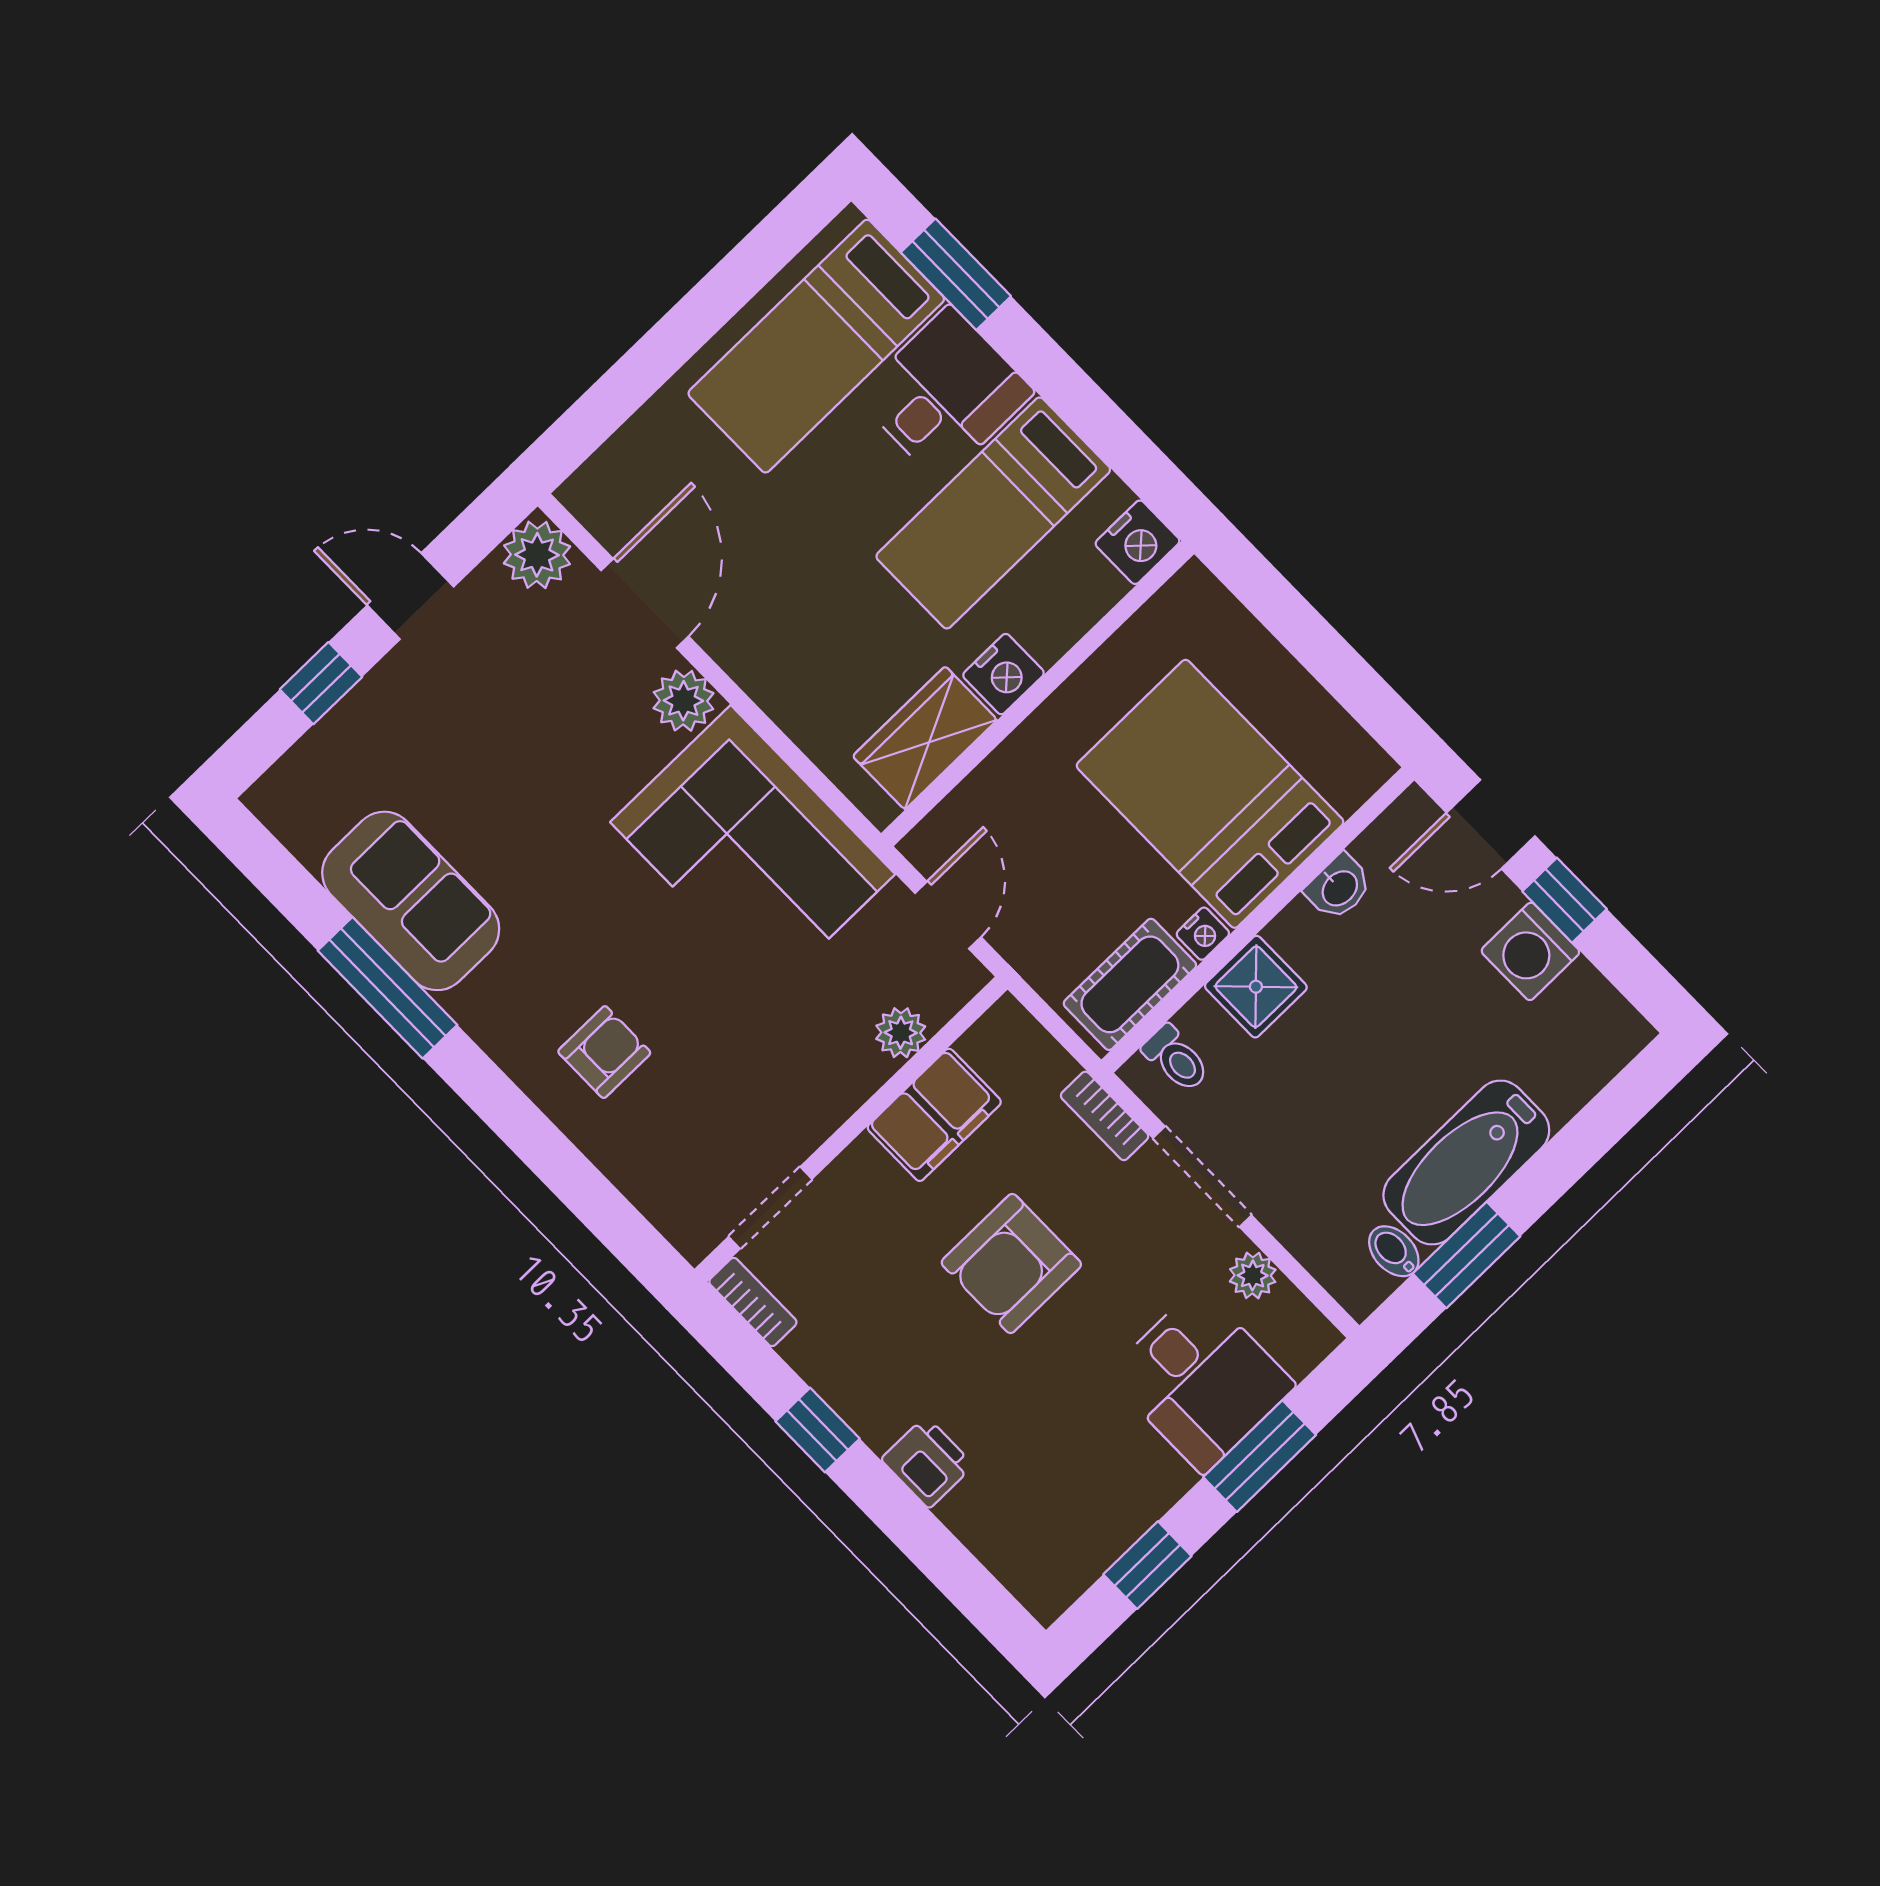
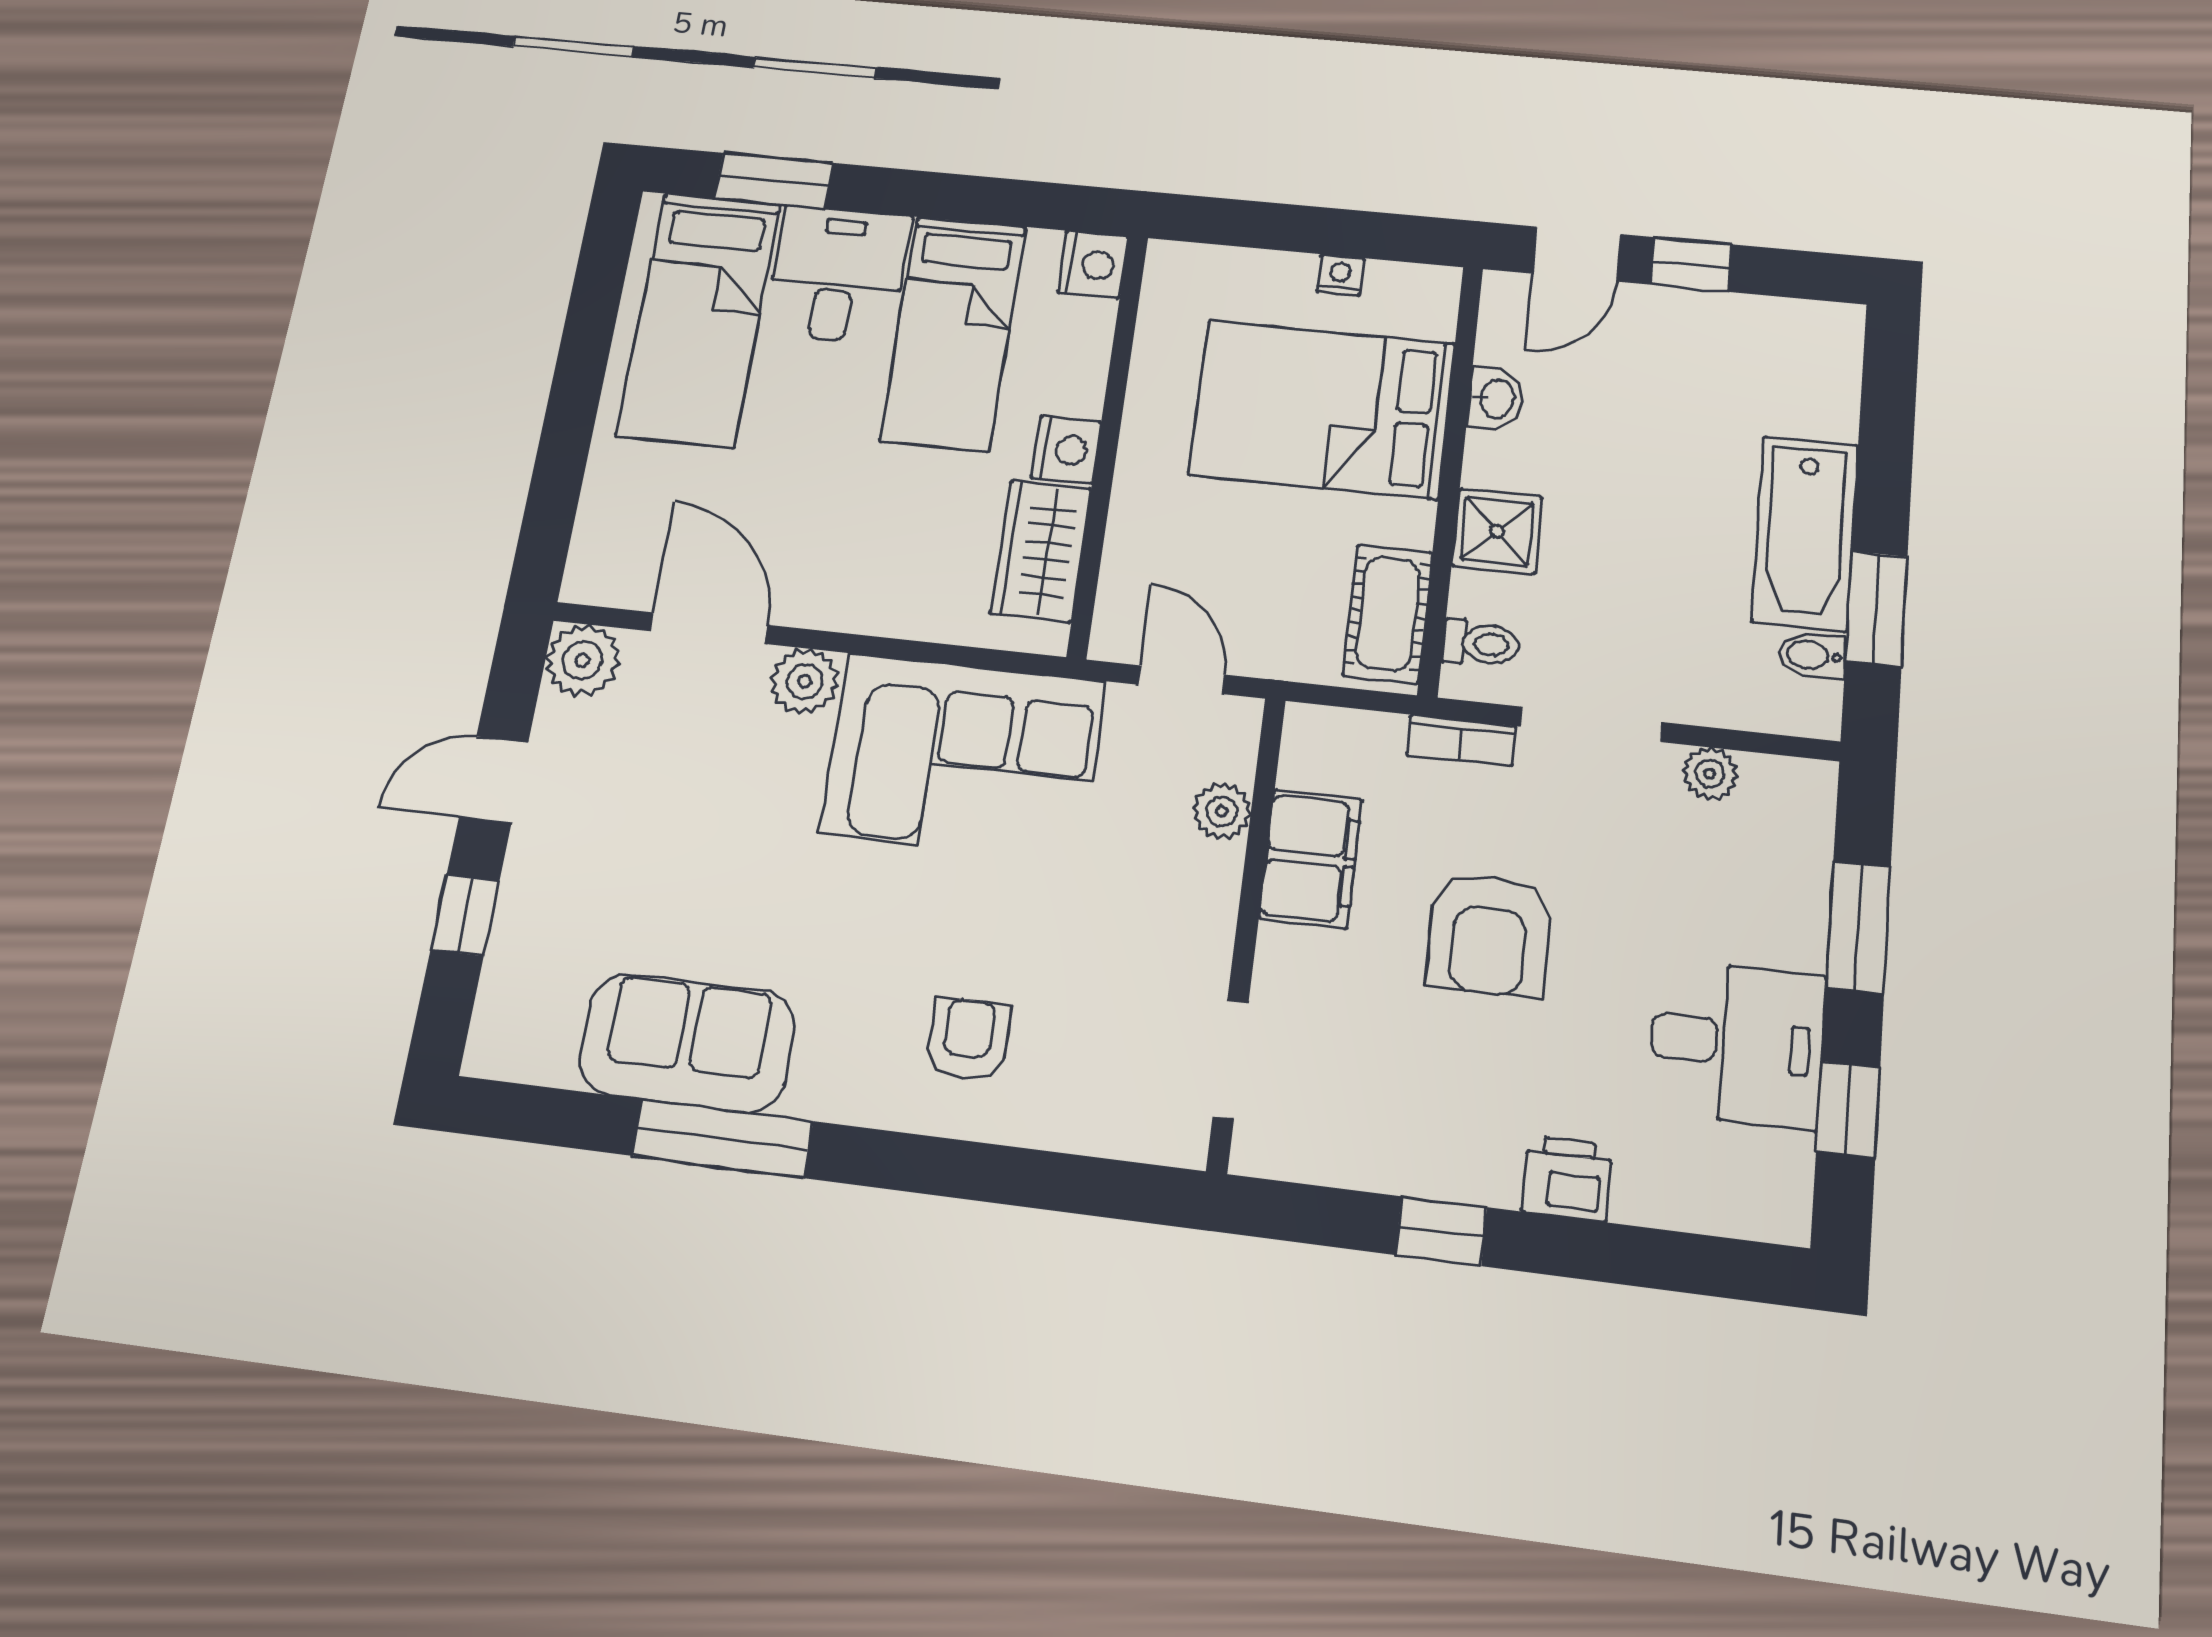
nightstand: (1203, 934) -> (1340, 275), moved, turned -90
washing machine: (1530, 951) -> (1700, 325), removed
bookcase: (753, 1302) -> (1284, 1159), removed
desk: (1201, 1380) -> (1737, 1044), moved

